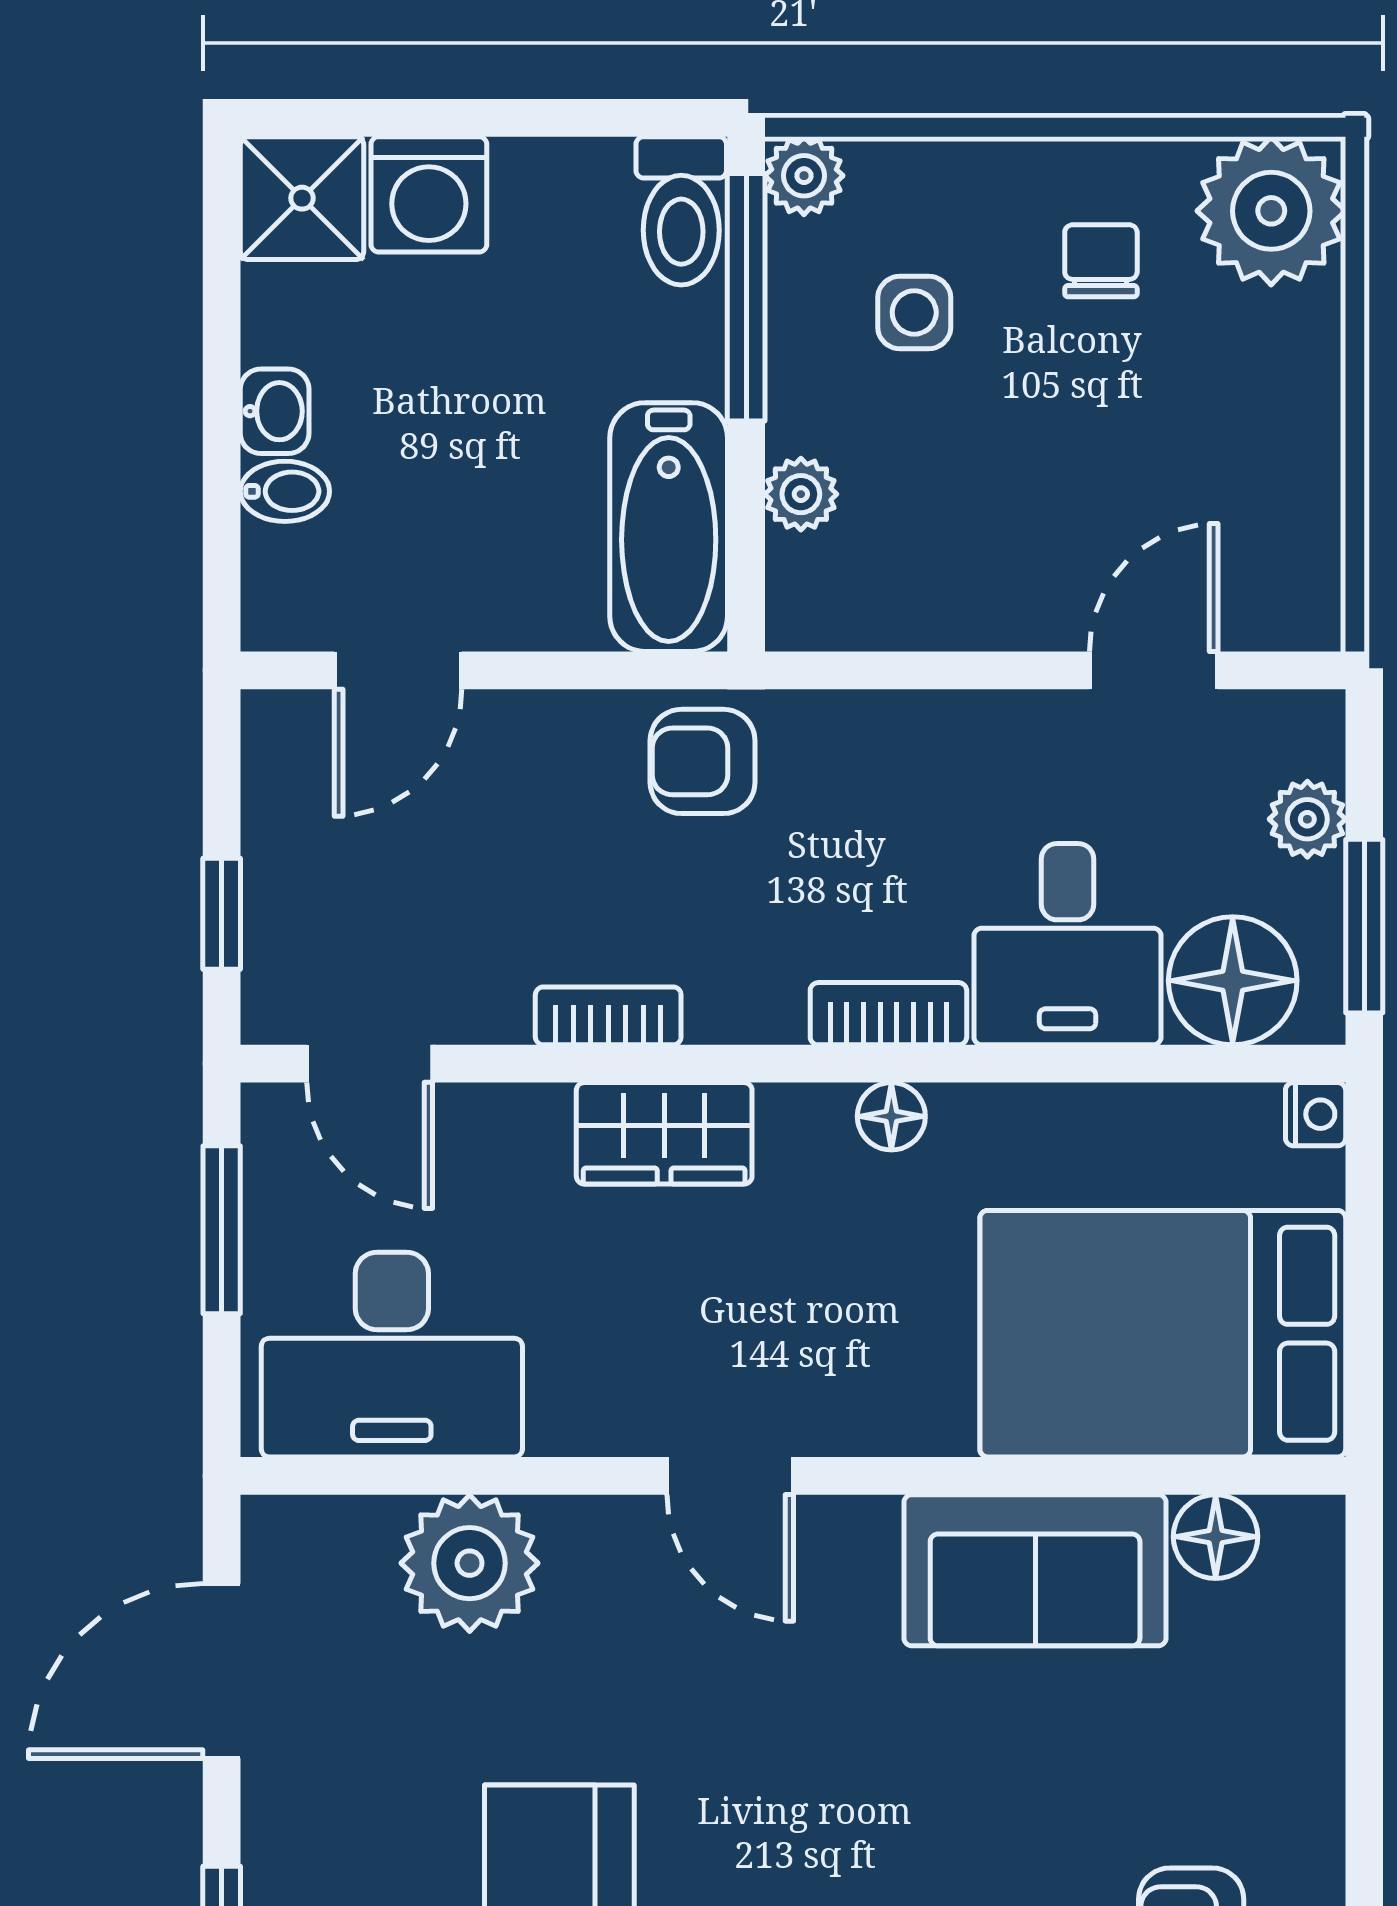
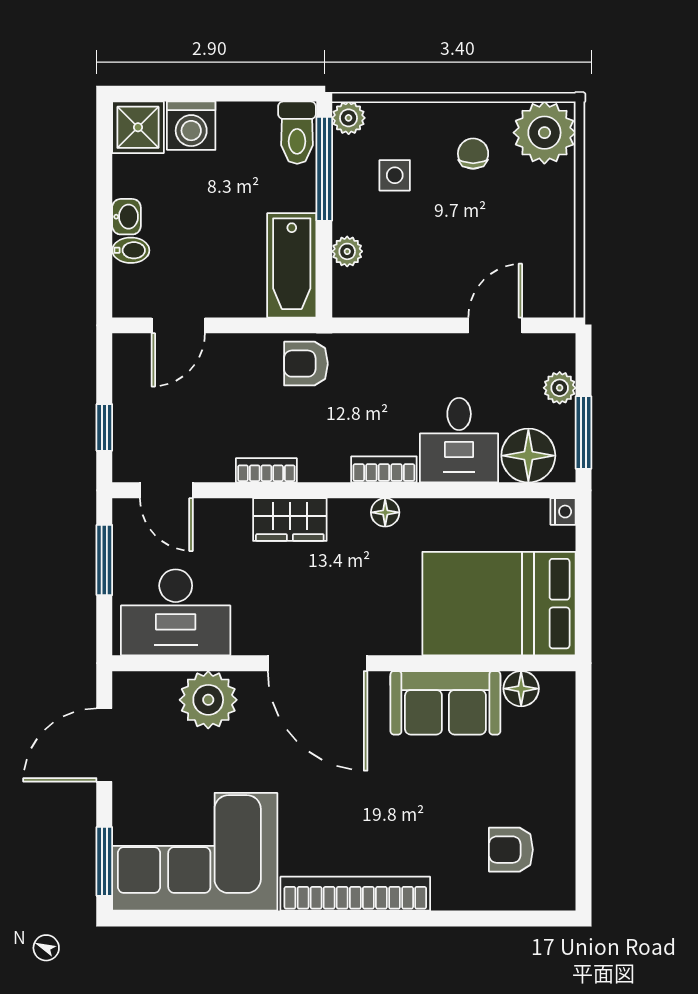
door: (730, 1476) -> (318, 663), width x1.87

